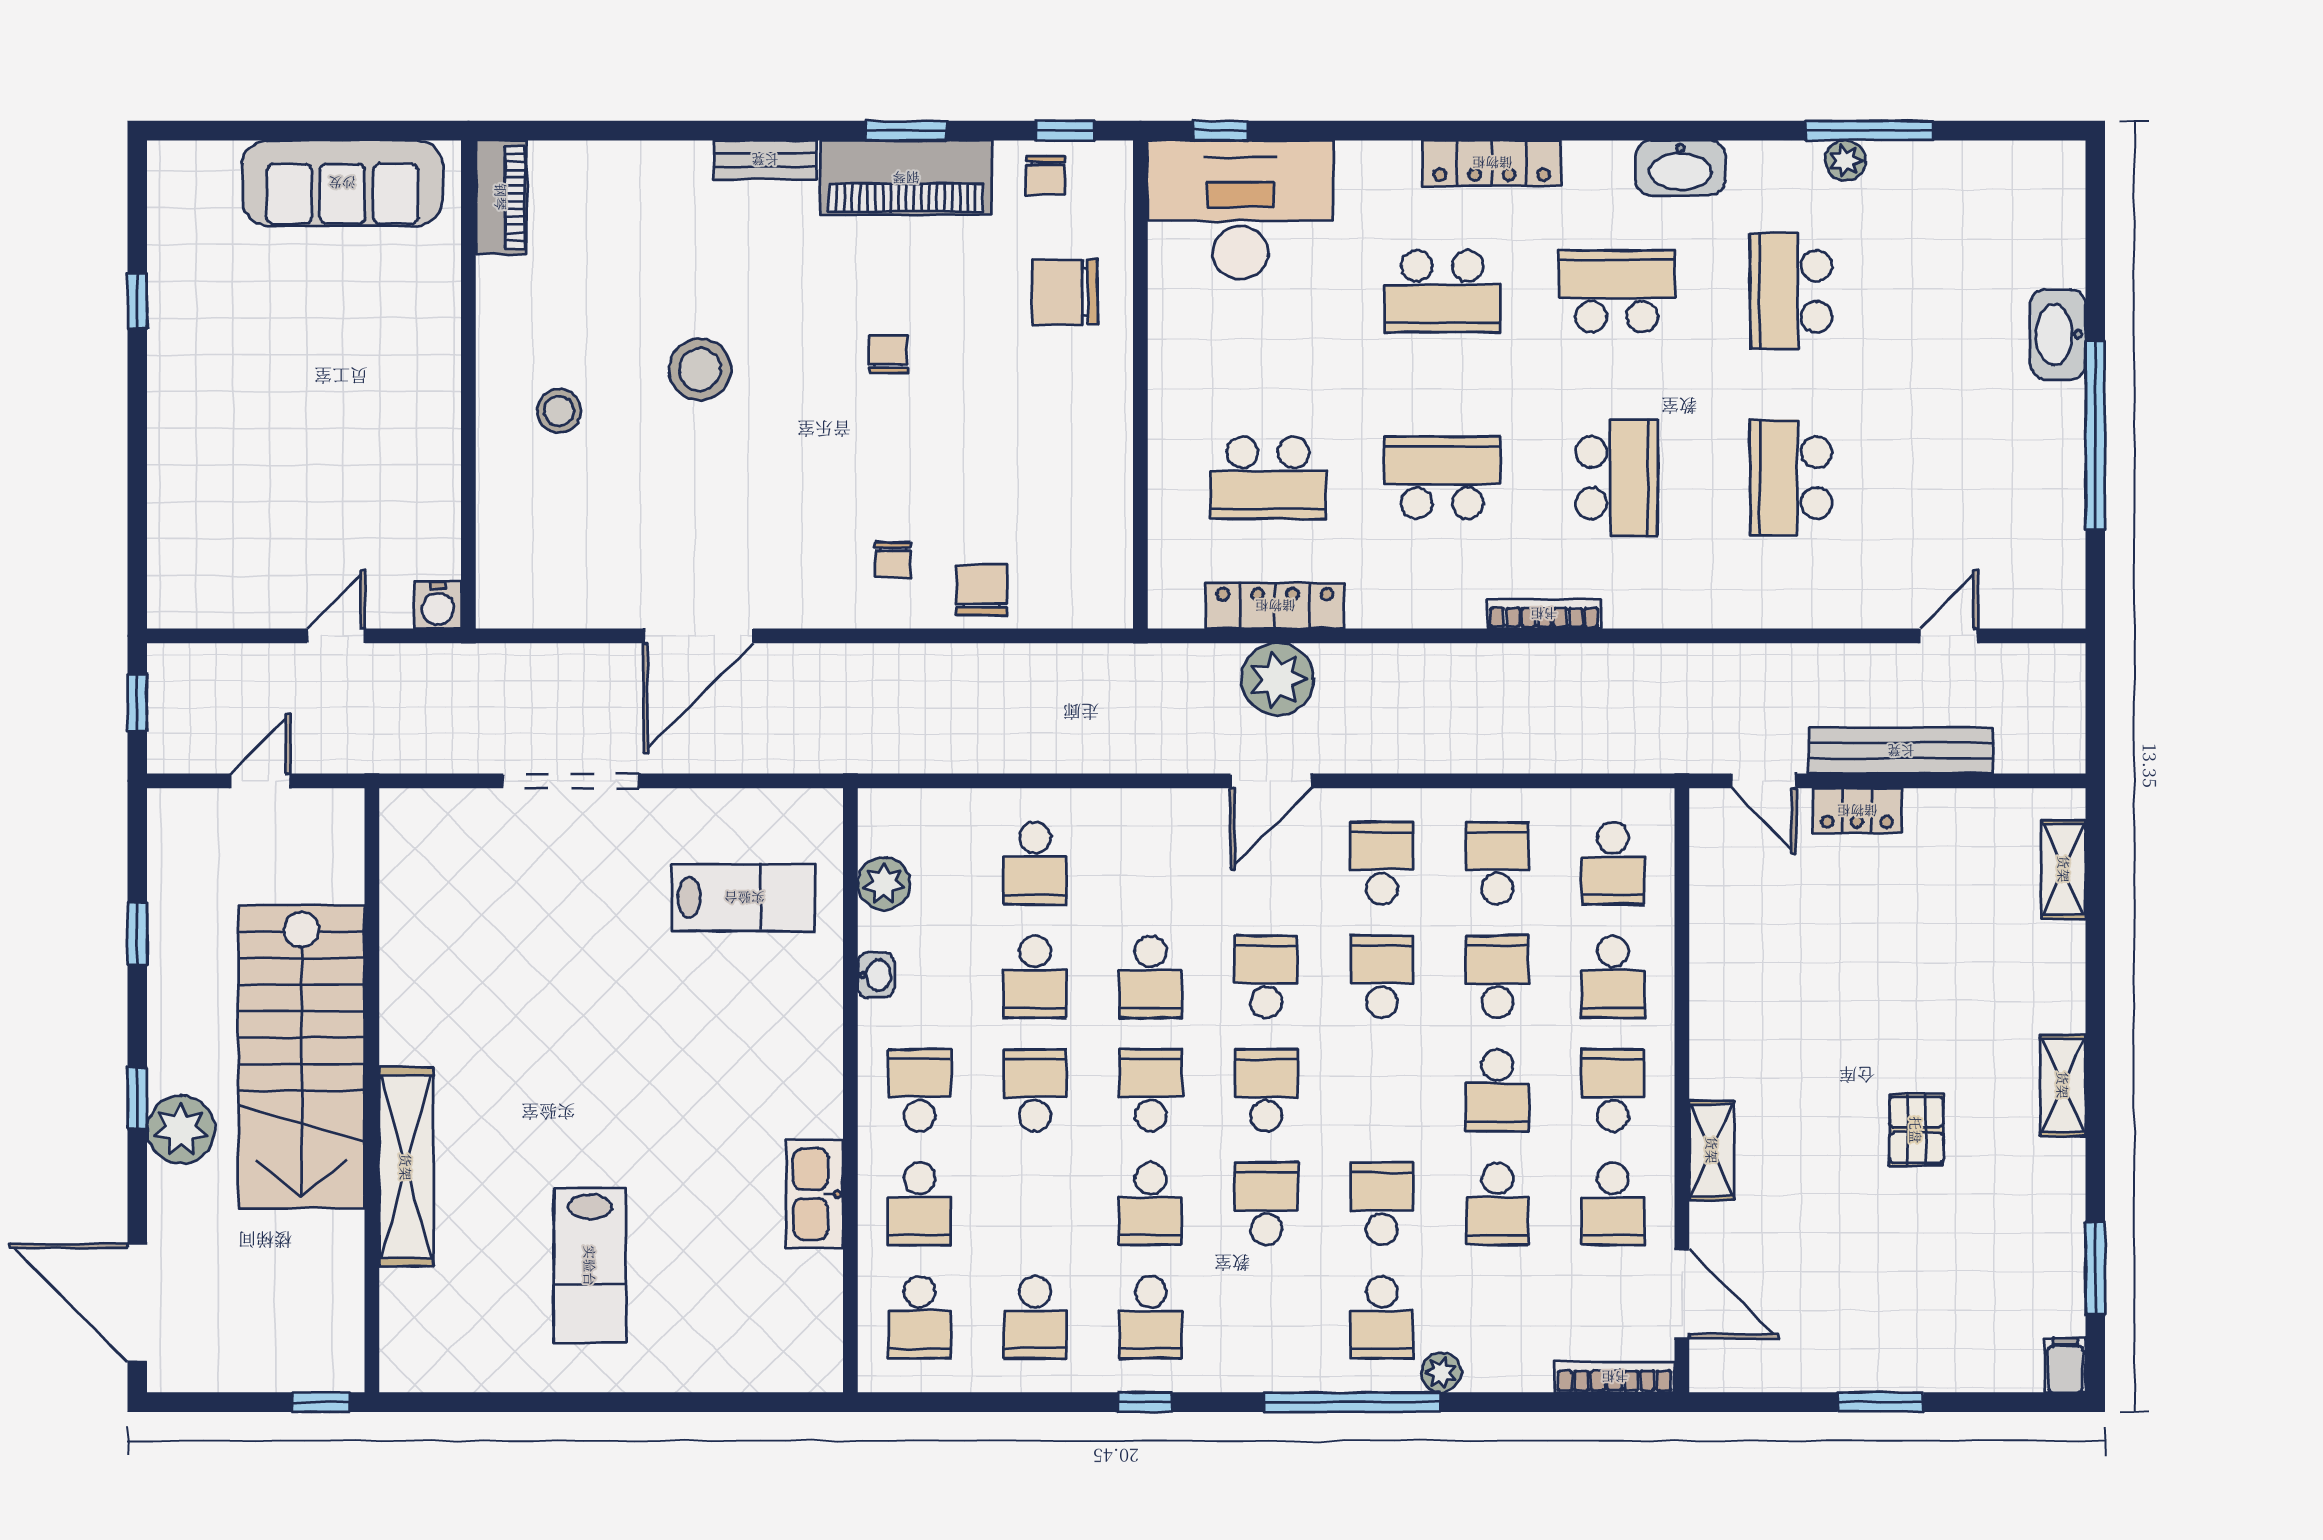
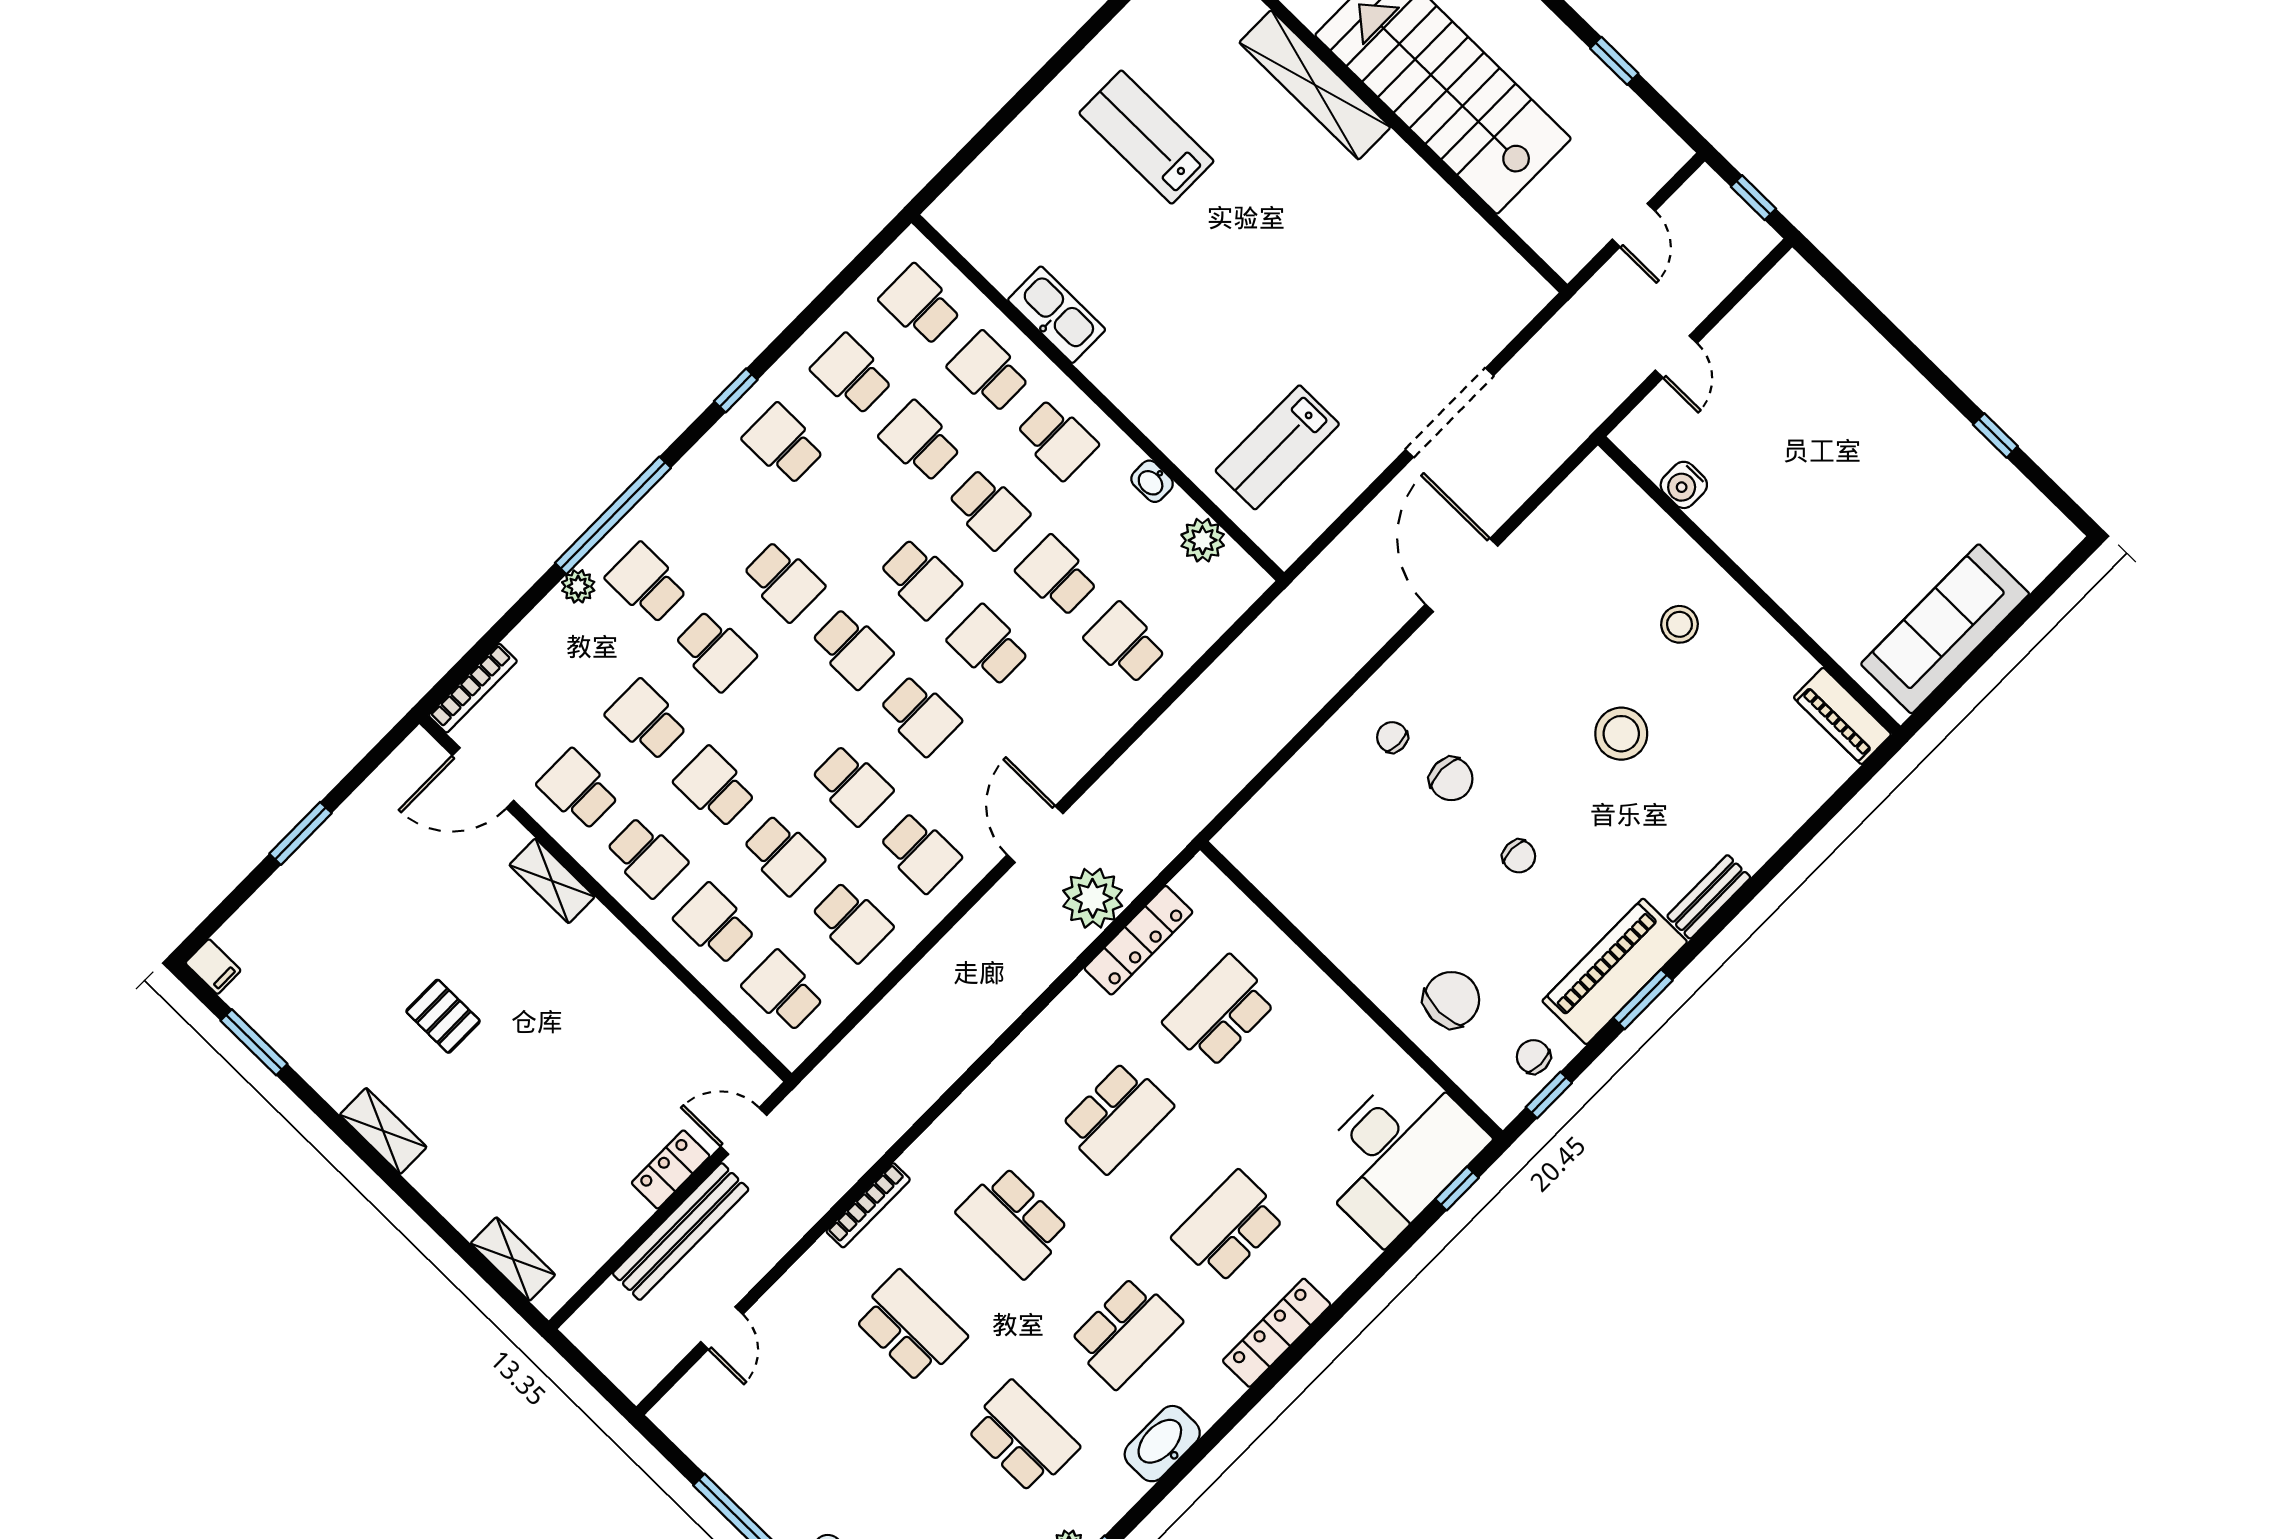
chair: (982, 590) -> (1451, 779), moved
water cooler: (438, 605) -> (1684, 485), moved, turned -90
bookcase: (1544, 614) -> (868, 1205), moved
school desk: (1151, 1204) -> (920, 442), moved

